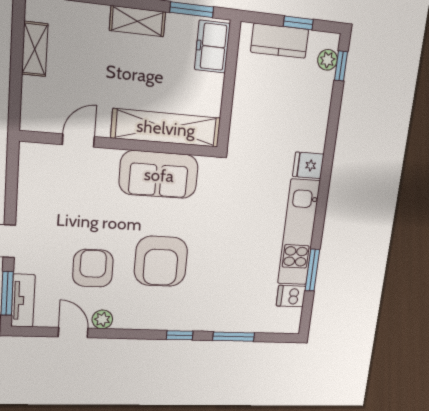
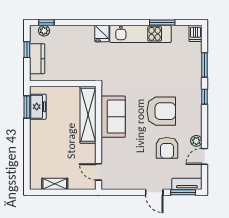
shelving: (137, 21) -> (36, 134), removed
freezer: (212, 47) -> (38, 107), moved, turned -90
door: (78, 141) -> (98, 172), moved
armchair: (93, 268) -> (167, 148), turned -90
dishwasher: (291, 296) -> (195, 33), moved

